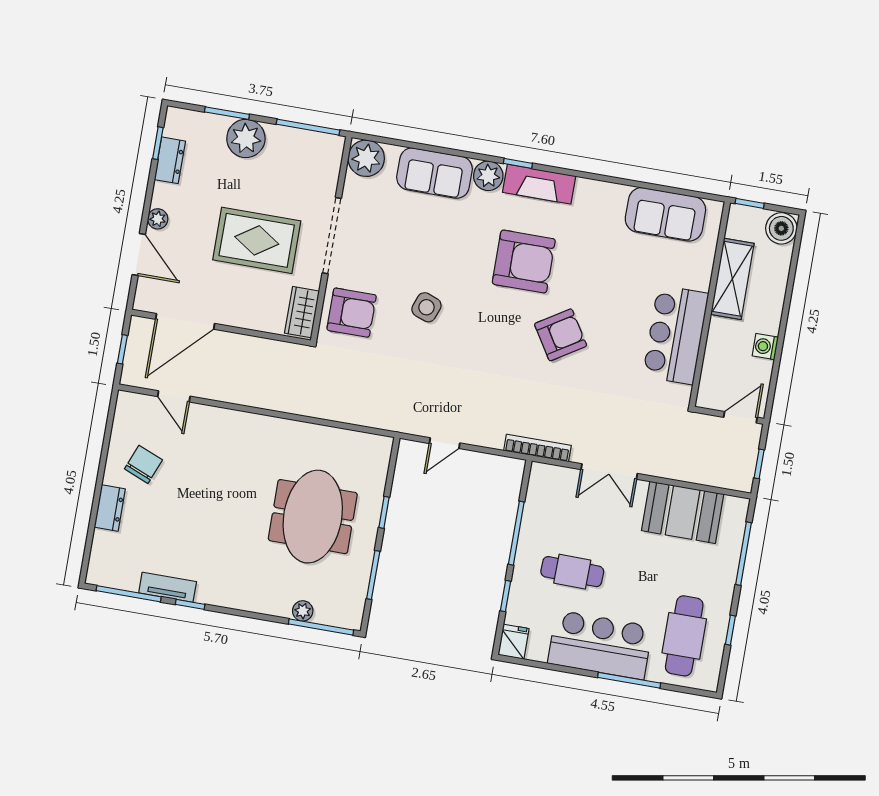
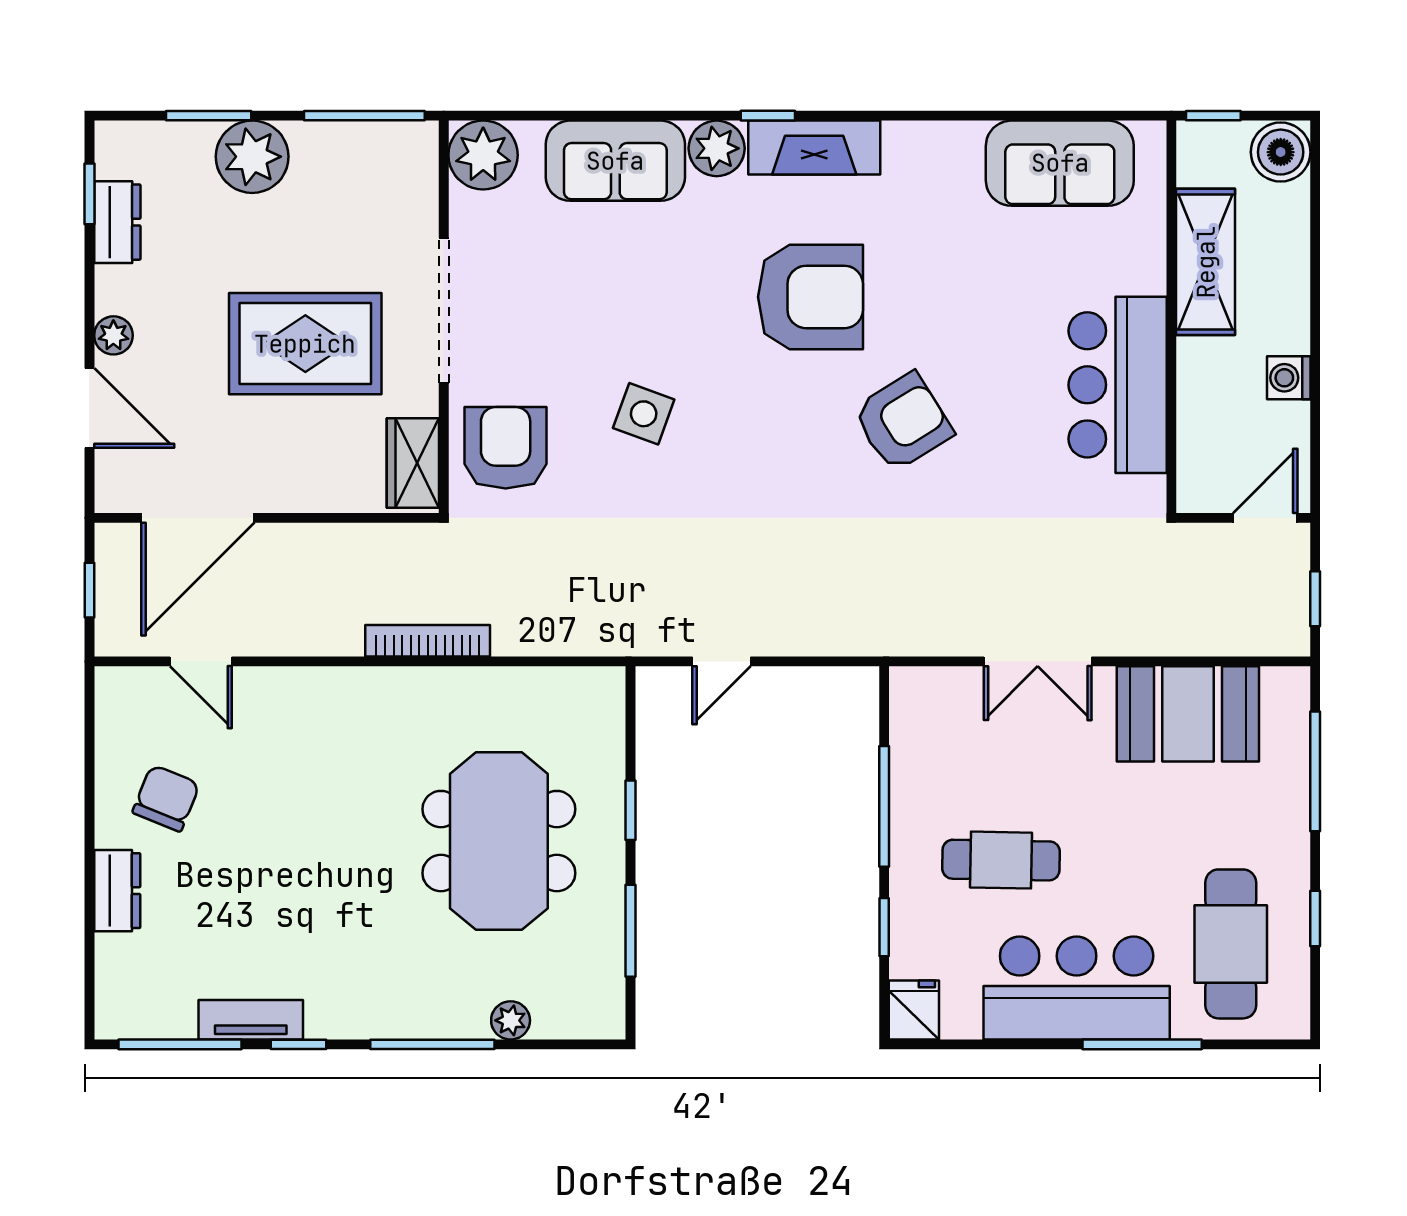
armchair: (352, 313) -> (506, 448), turned -90
bookcase: (537, 448) -> (428, 641), moved
window: (321, 627) -> (432, 1044), moved

